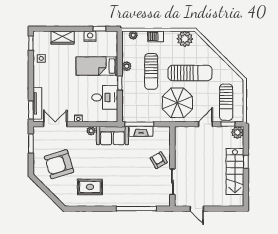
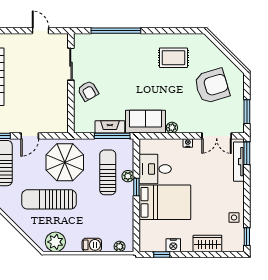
bed: (97, 66) -> (165, 202), width x1.50
plant: (127, 66) -> (128, 176), moved
sun lounger: (151, 71) -> (108, 172), moved

